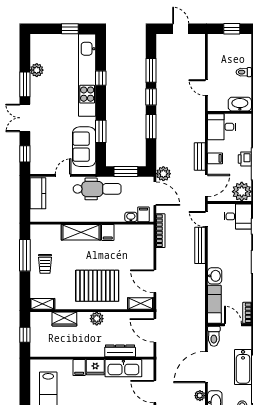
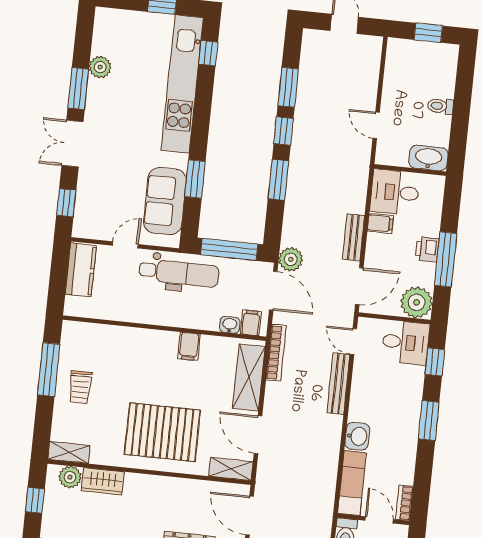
window: (101, 78) -> (208, 53), moved
filing cabinet: (215, 158) -> (380, 223), moved
window: (126, 172) -> (229, 249), width x1.44
shelving: (81, 232) -> (249, 377), moved, turned 90
plant: (97, 319) -> (70, 477), moved

